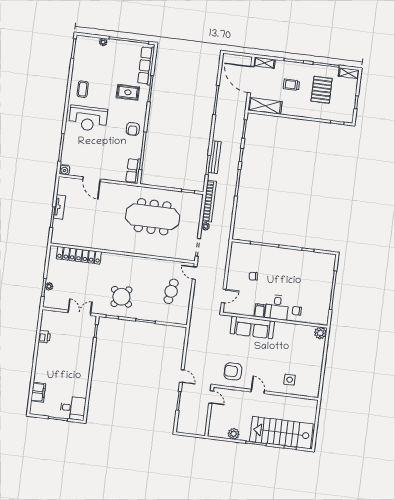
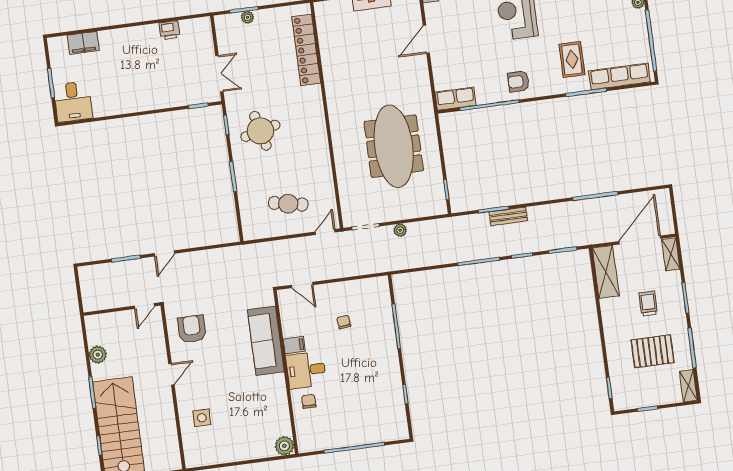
bench: (215, 157) -> (508, 216), width x0.73
bookcase: (209, 201) -> (440, 226), removed
round table: (121, 297) -> (260, 131), turned 36

